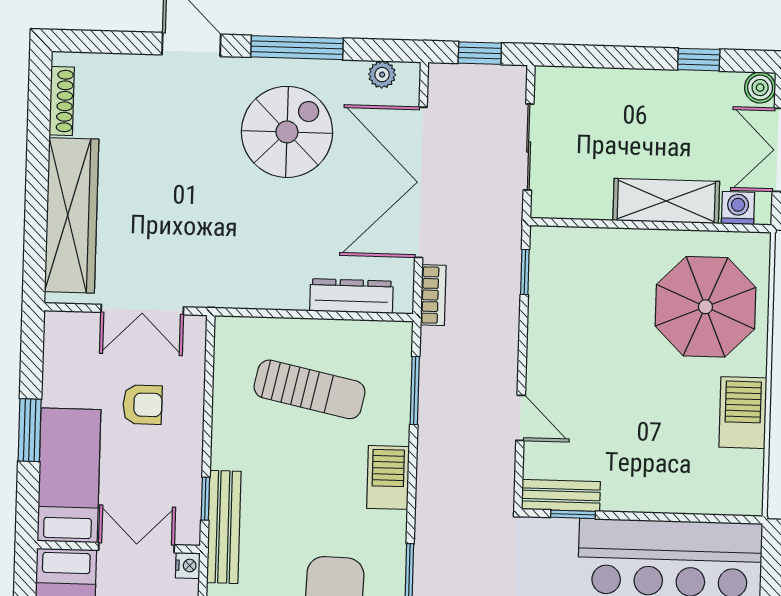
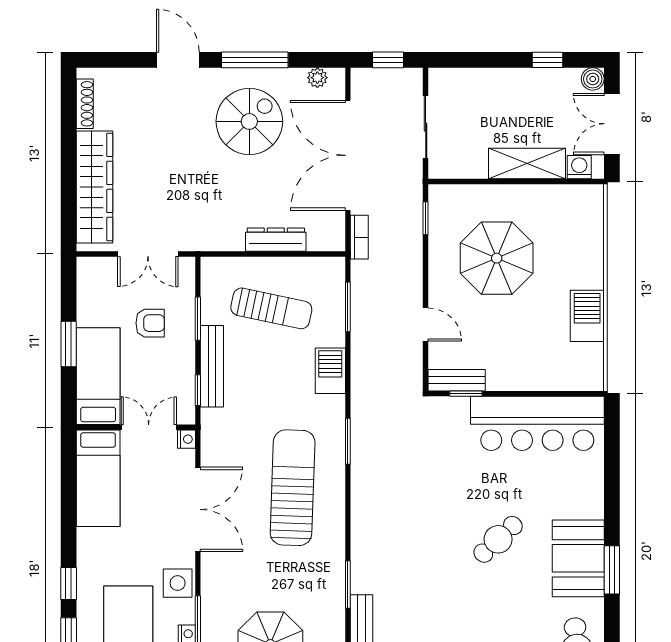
dresser: (351, 296) -> (276, 240), moved
parasol: (705, 307) -> (497, 258), moved
window: (208, 400) -> (198, 319), added
bench: (224, 527) -> (212, 366), moved

